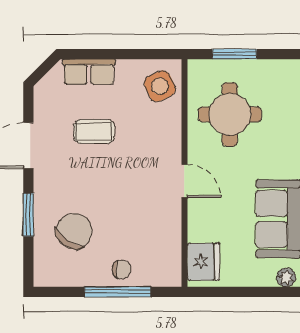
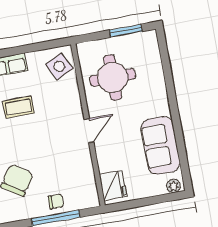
window: (234, 54) -> (126, 31), moved
door: (184, 181) -> (89, 131), hinge flipped

